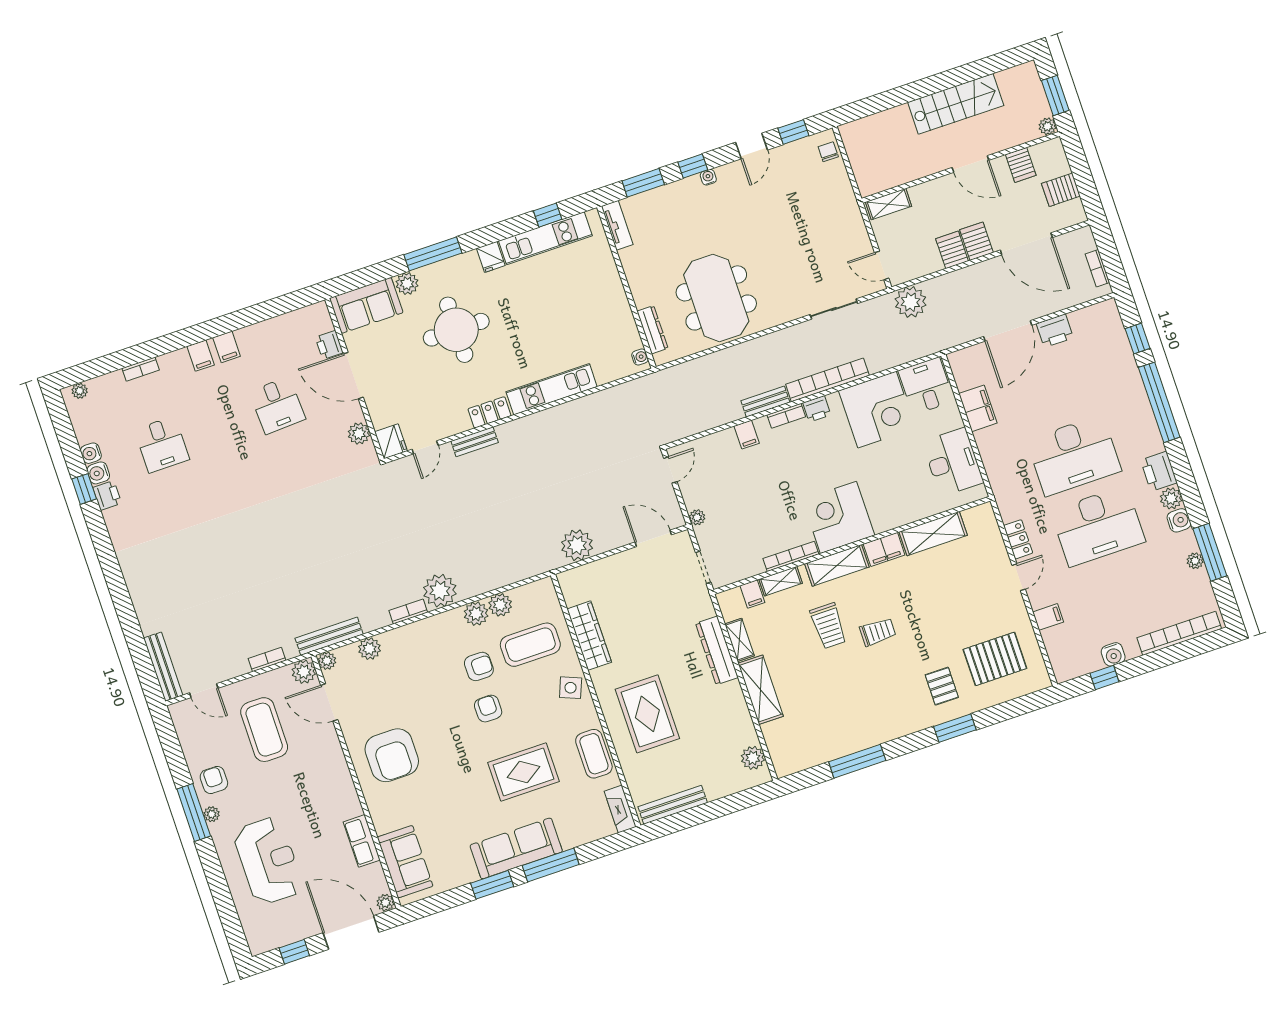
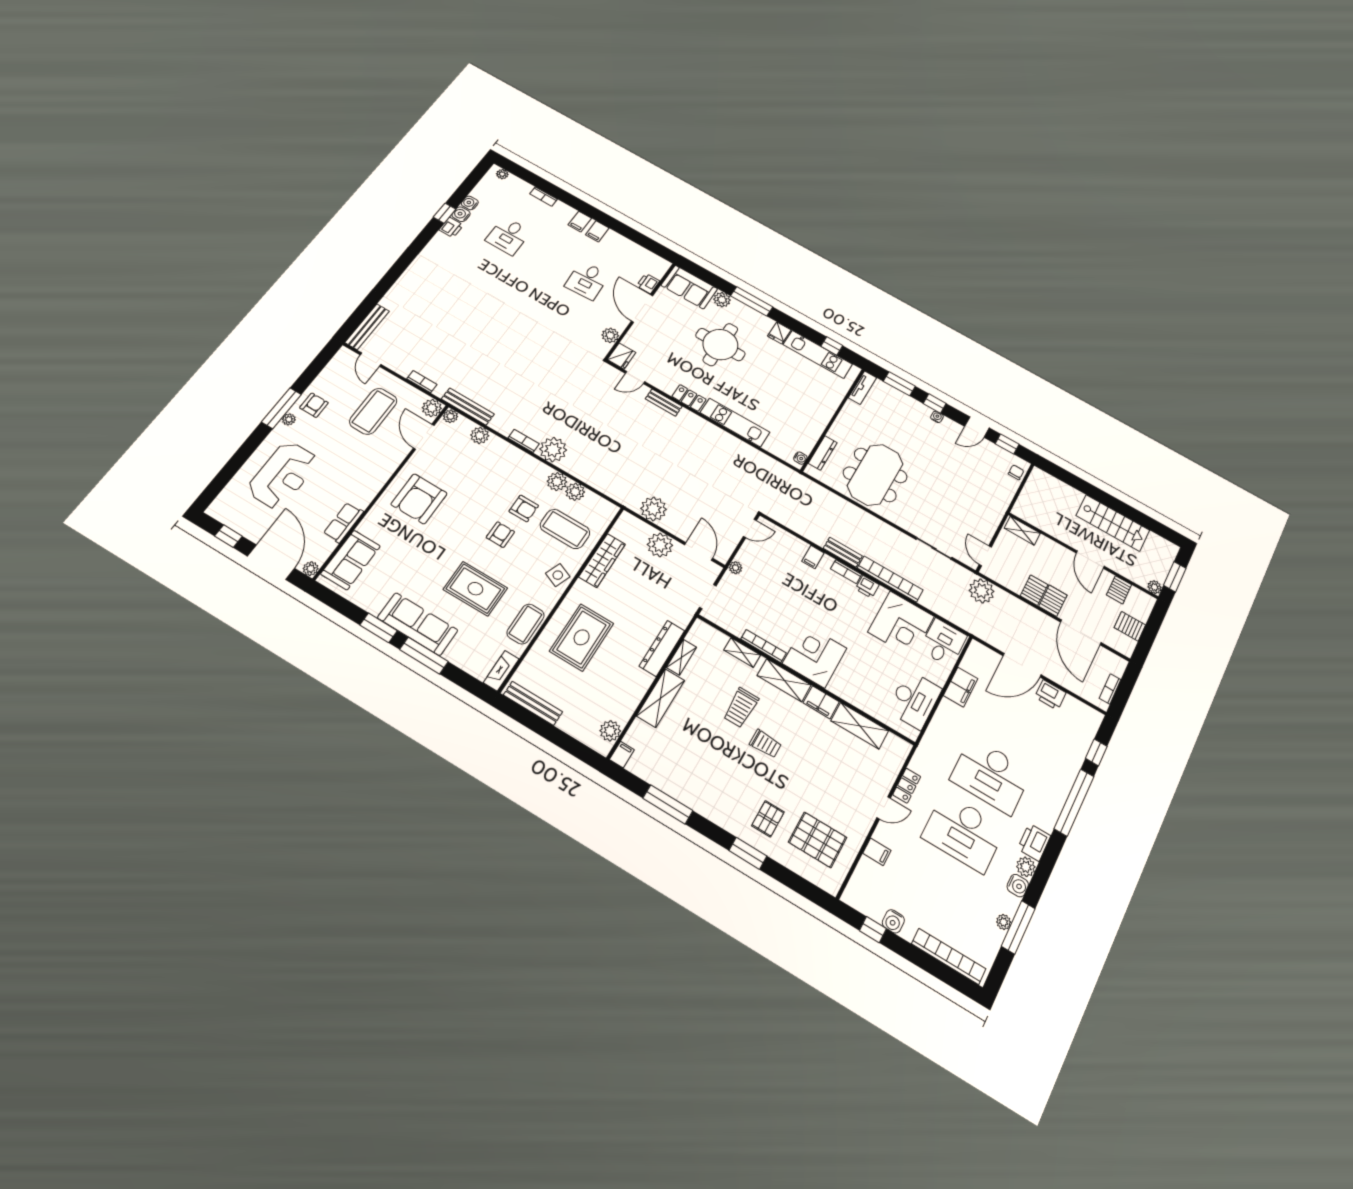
plant: (618, 569) -> (660, 545), added
filing cabinet: (752, 594) -> (622, 755), moved, turned 180

